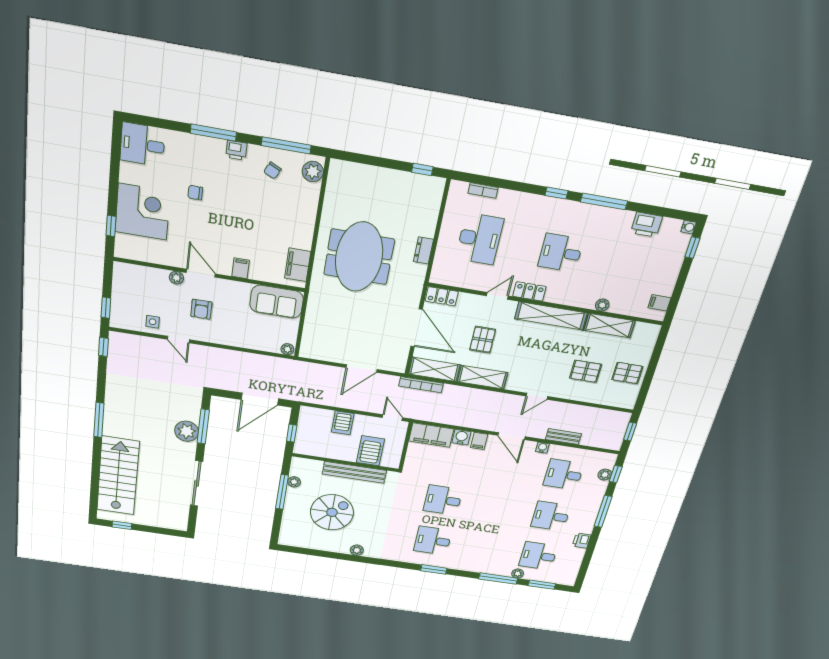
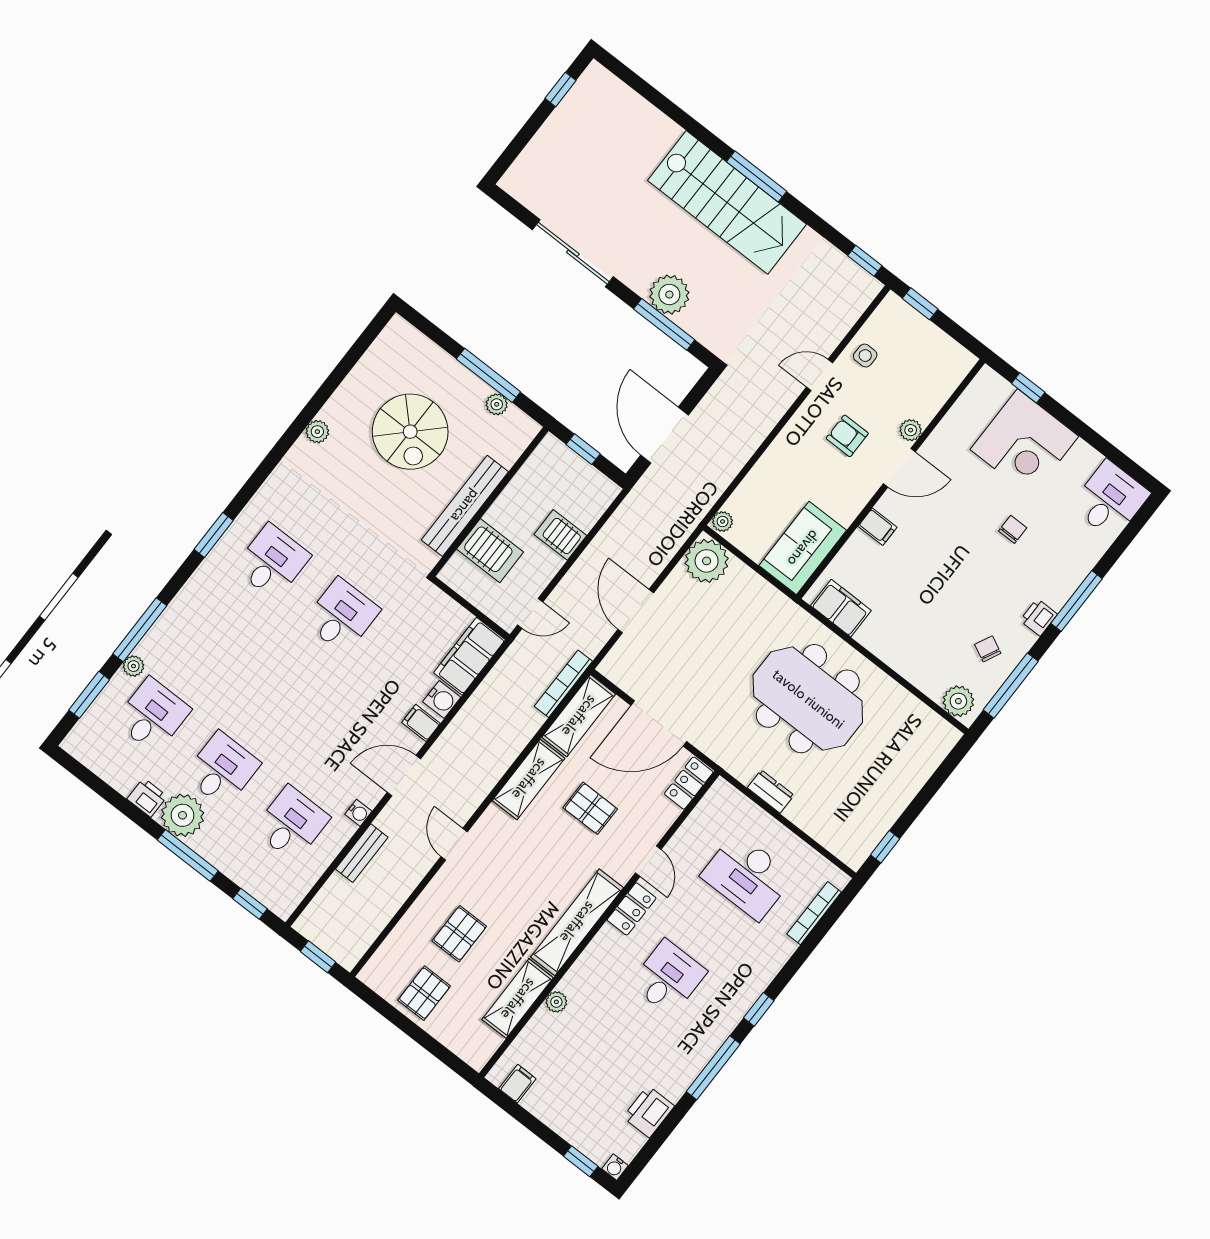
bookcase: (483, 190) -> (814, 913), width x1.56
plant: (314, 347) -> (707, 561), added
plant: (605, 475) -> (183, 815), moved, width x1.87, depth x1.87
stairs: (118, 476) -> (727, 202), moved

